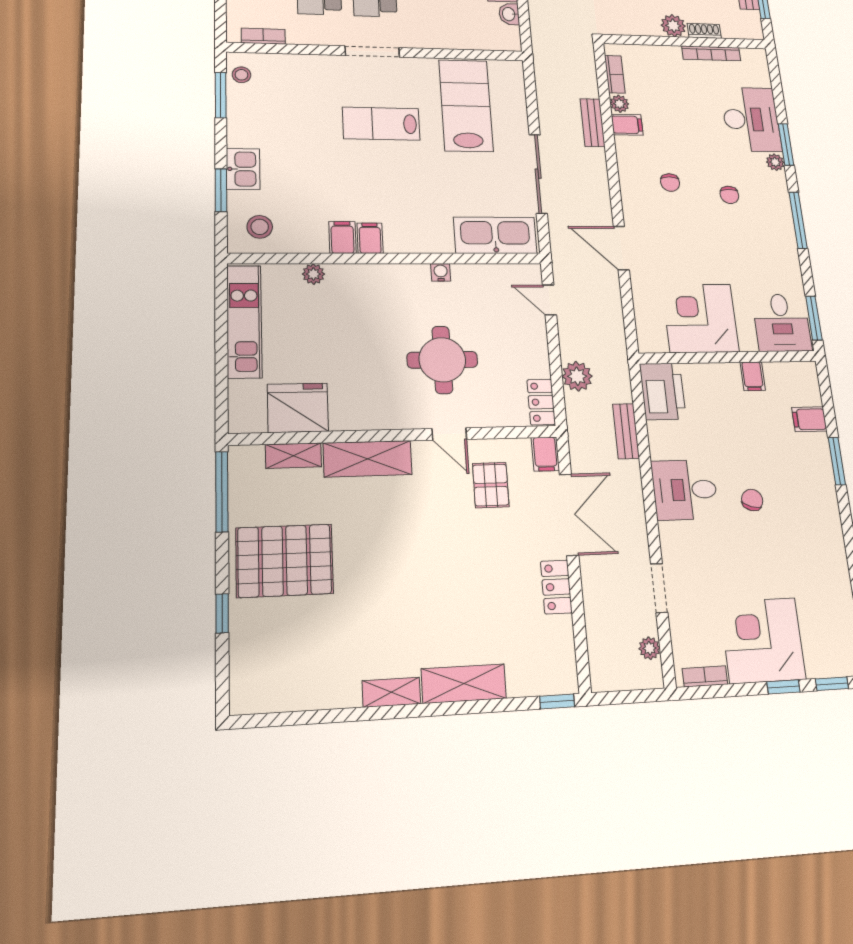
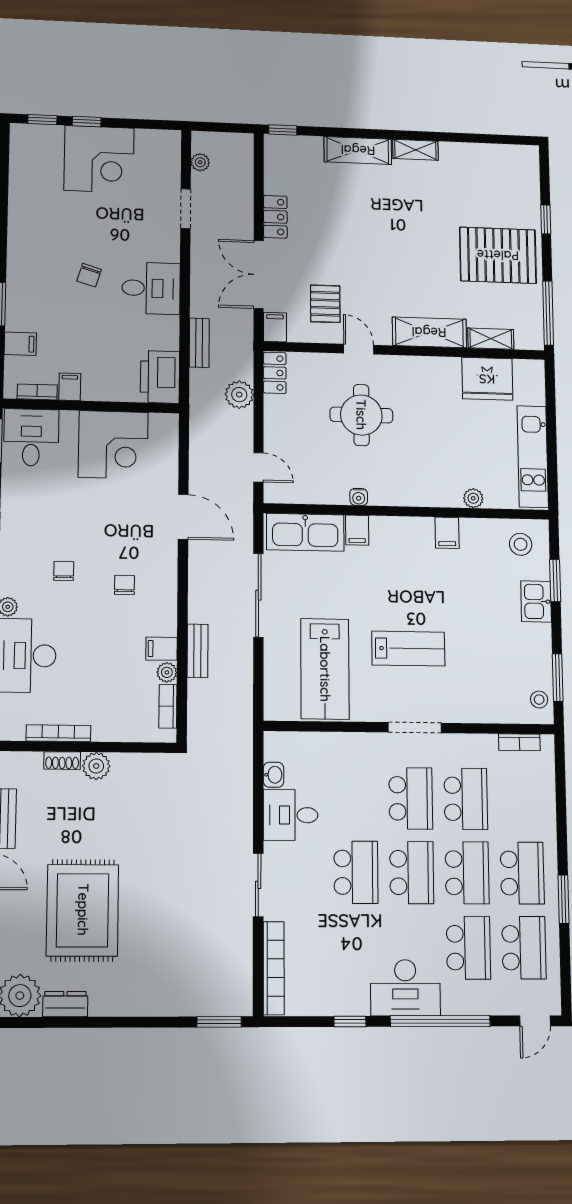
filing cabinet: (370, 238) -> (357, 530), moved
bookcase: (705, 676) -> (37, 392), moved, turned 180

